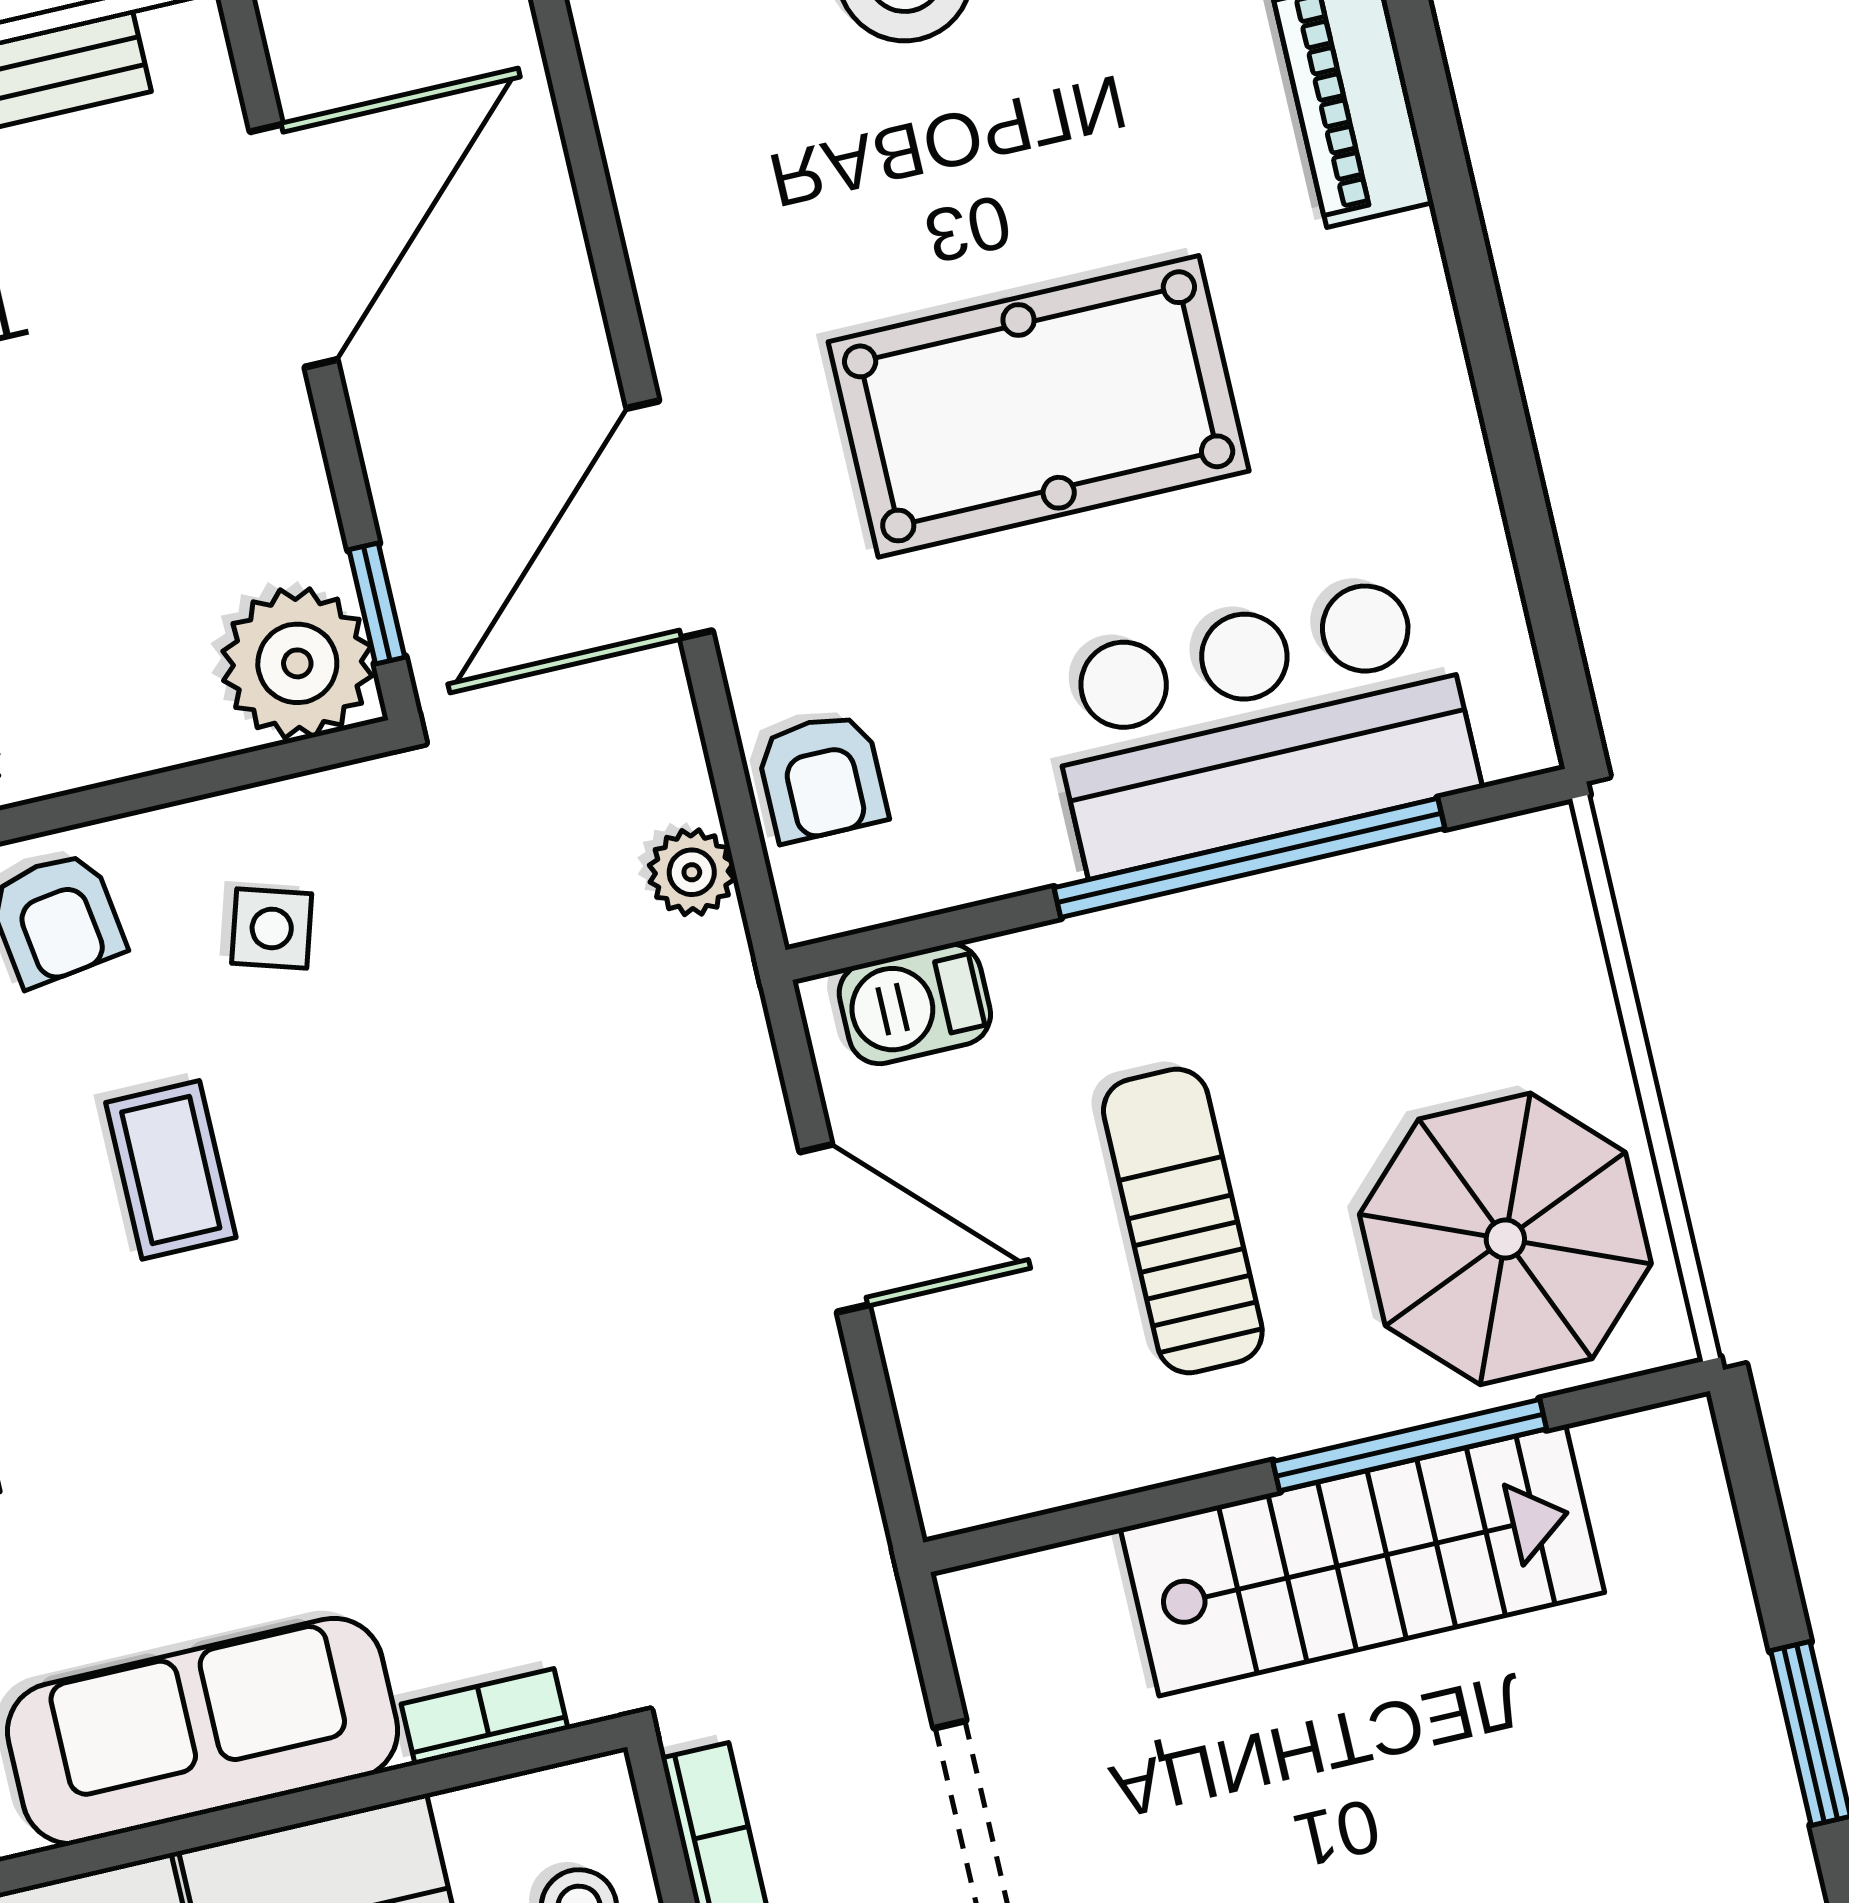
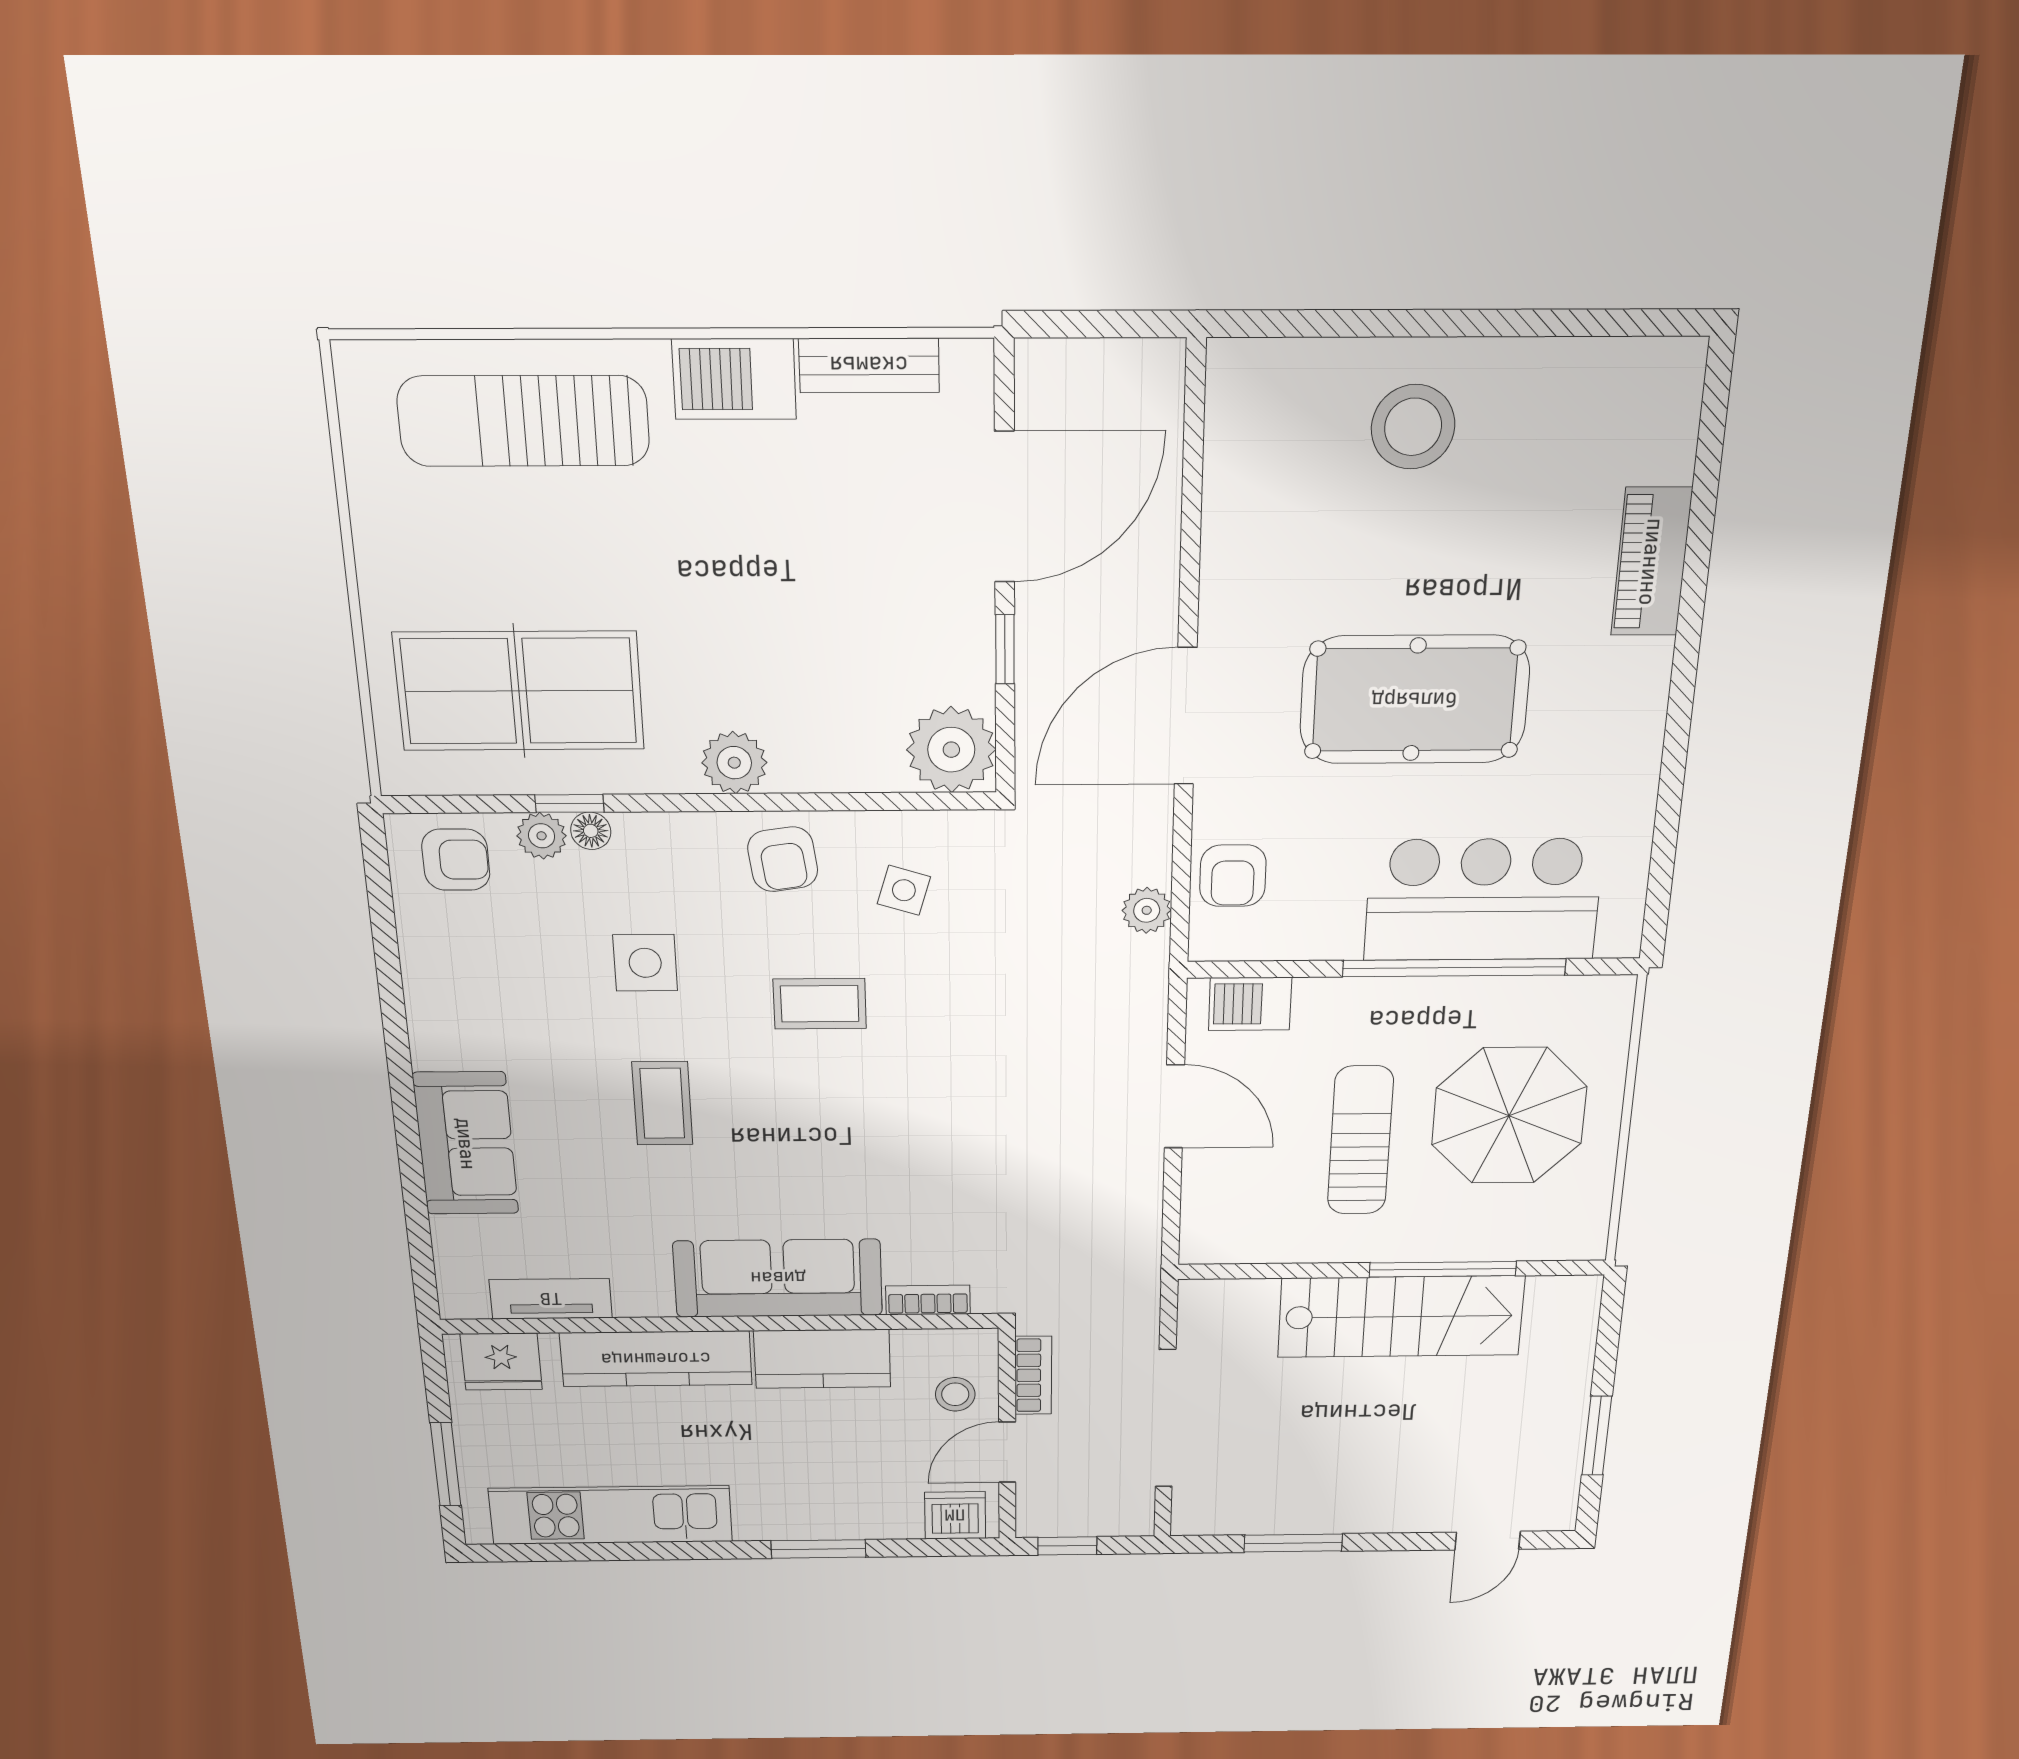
window: (377, 603) -> (1005, 649), moved
coffee table: (171, 1170) -> (820, 1004), turned 90
parasol: (1505, 1239) -> (1509, 1116), moved

